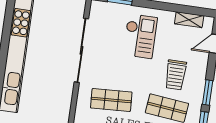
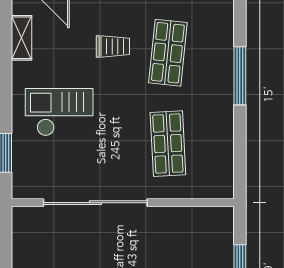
trolley: (176, 75) -> (113, 46), width x0.73, depth x0.72

